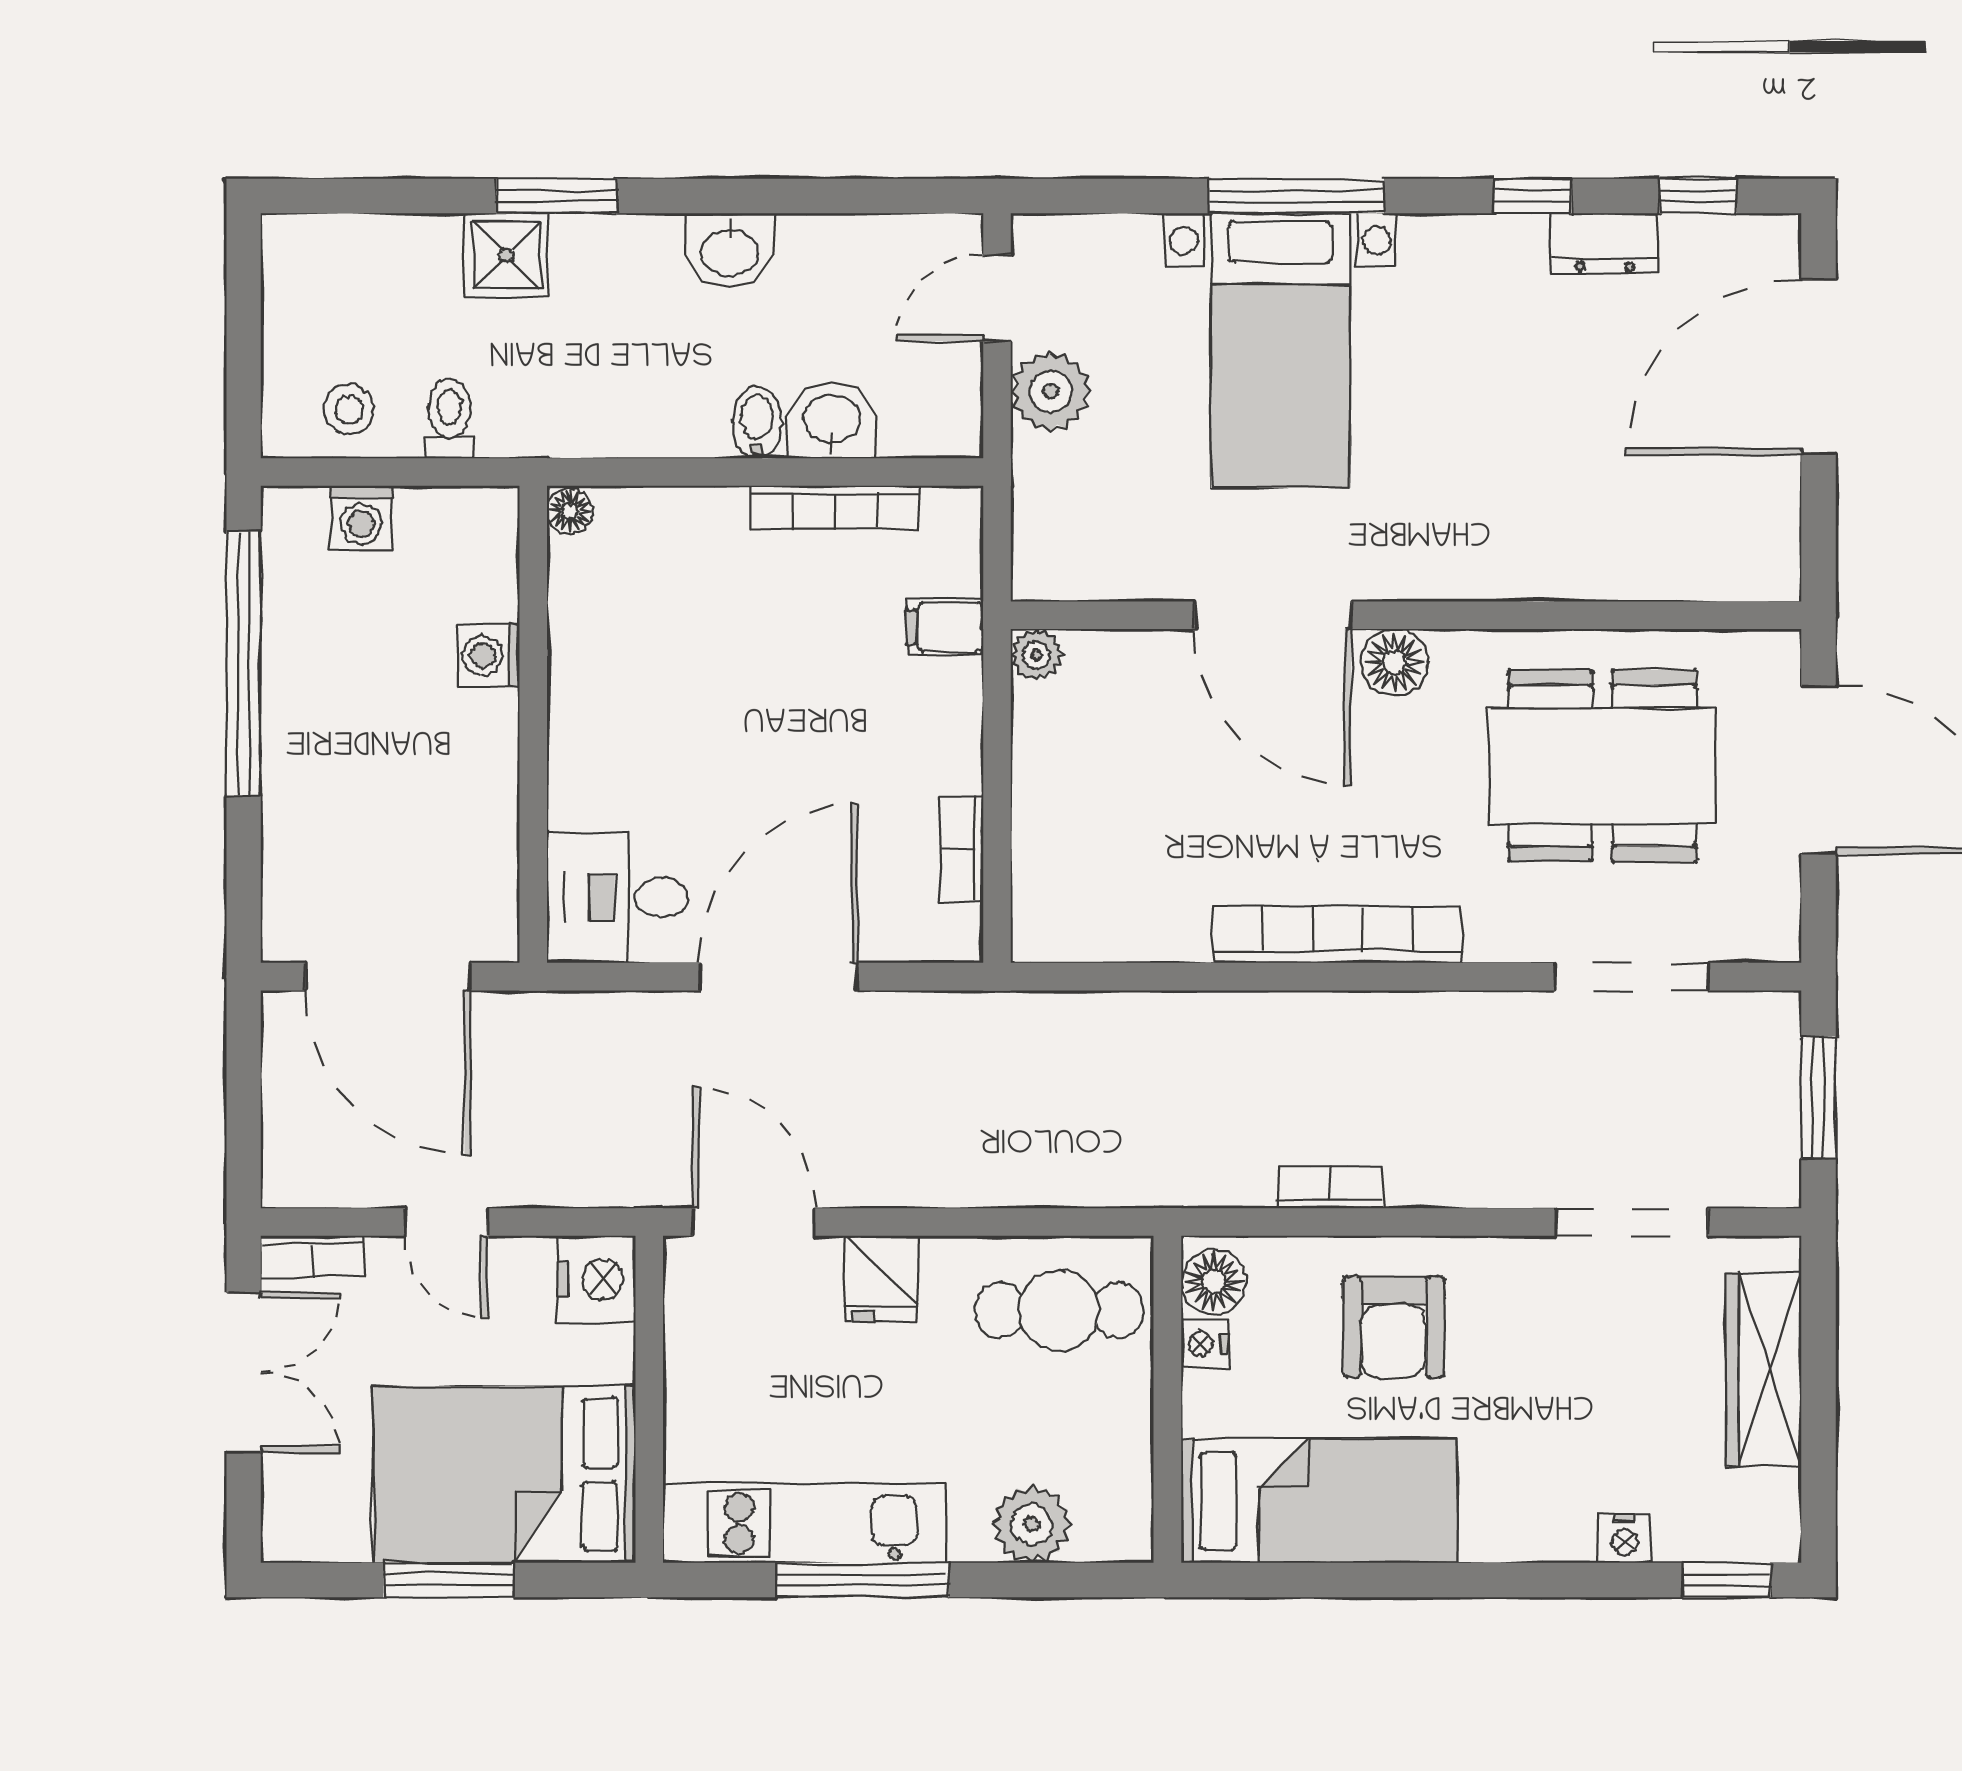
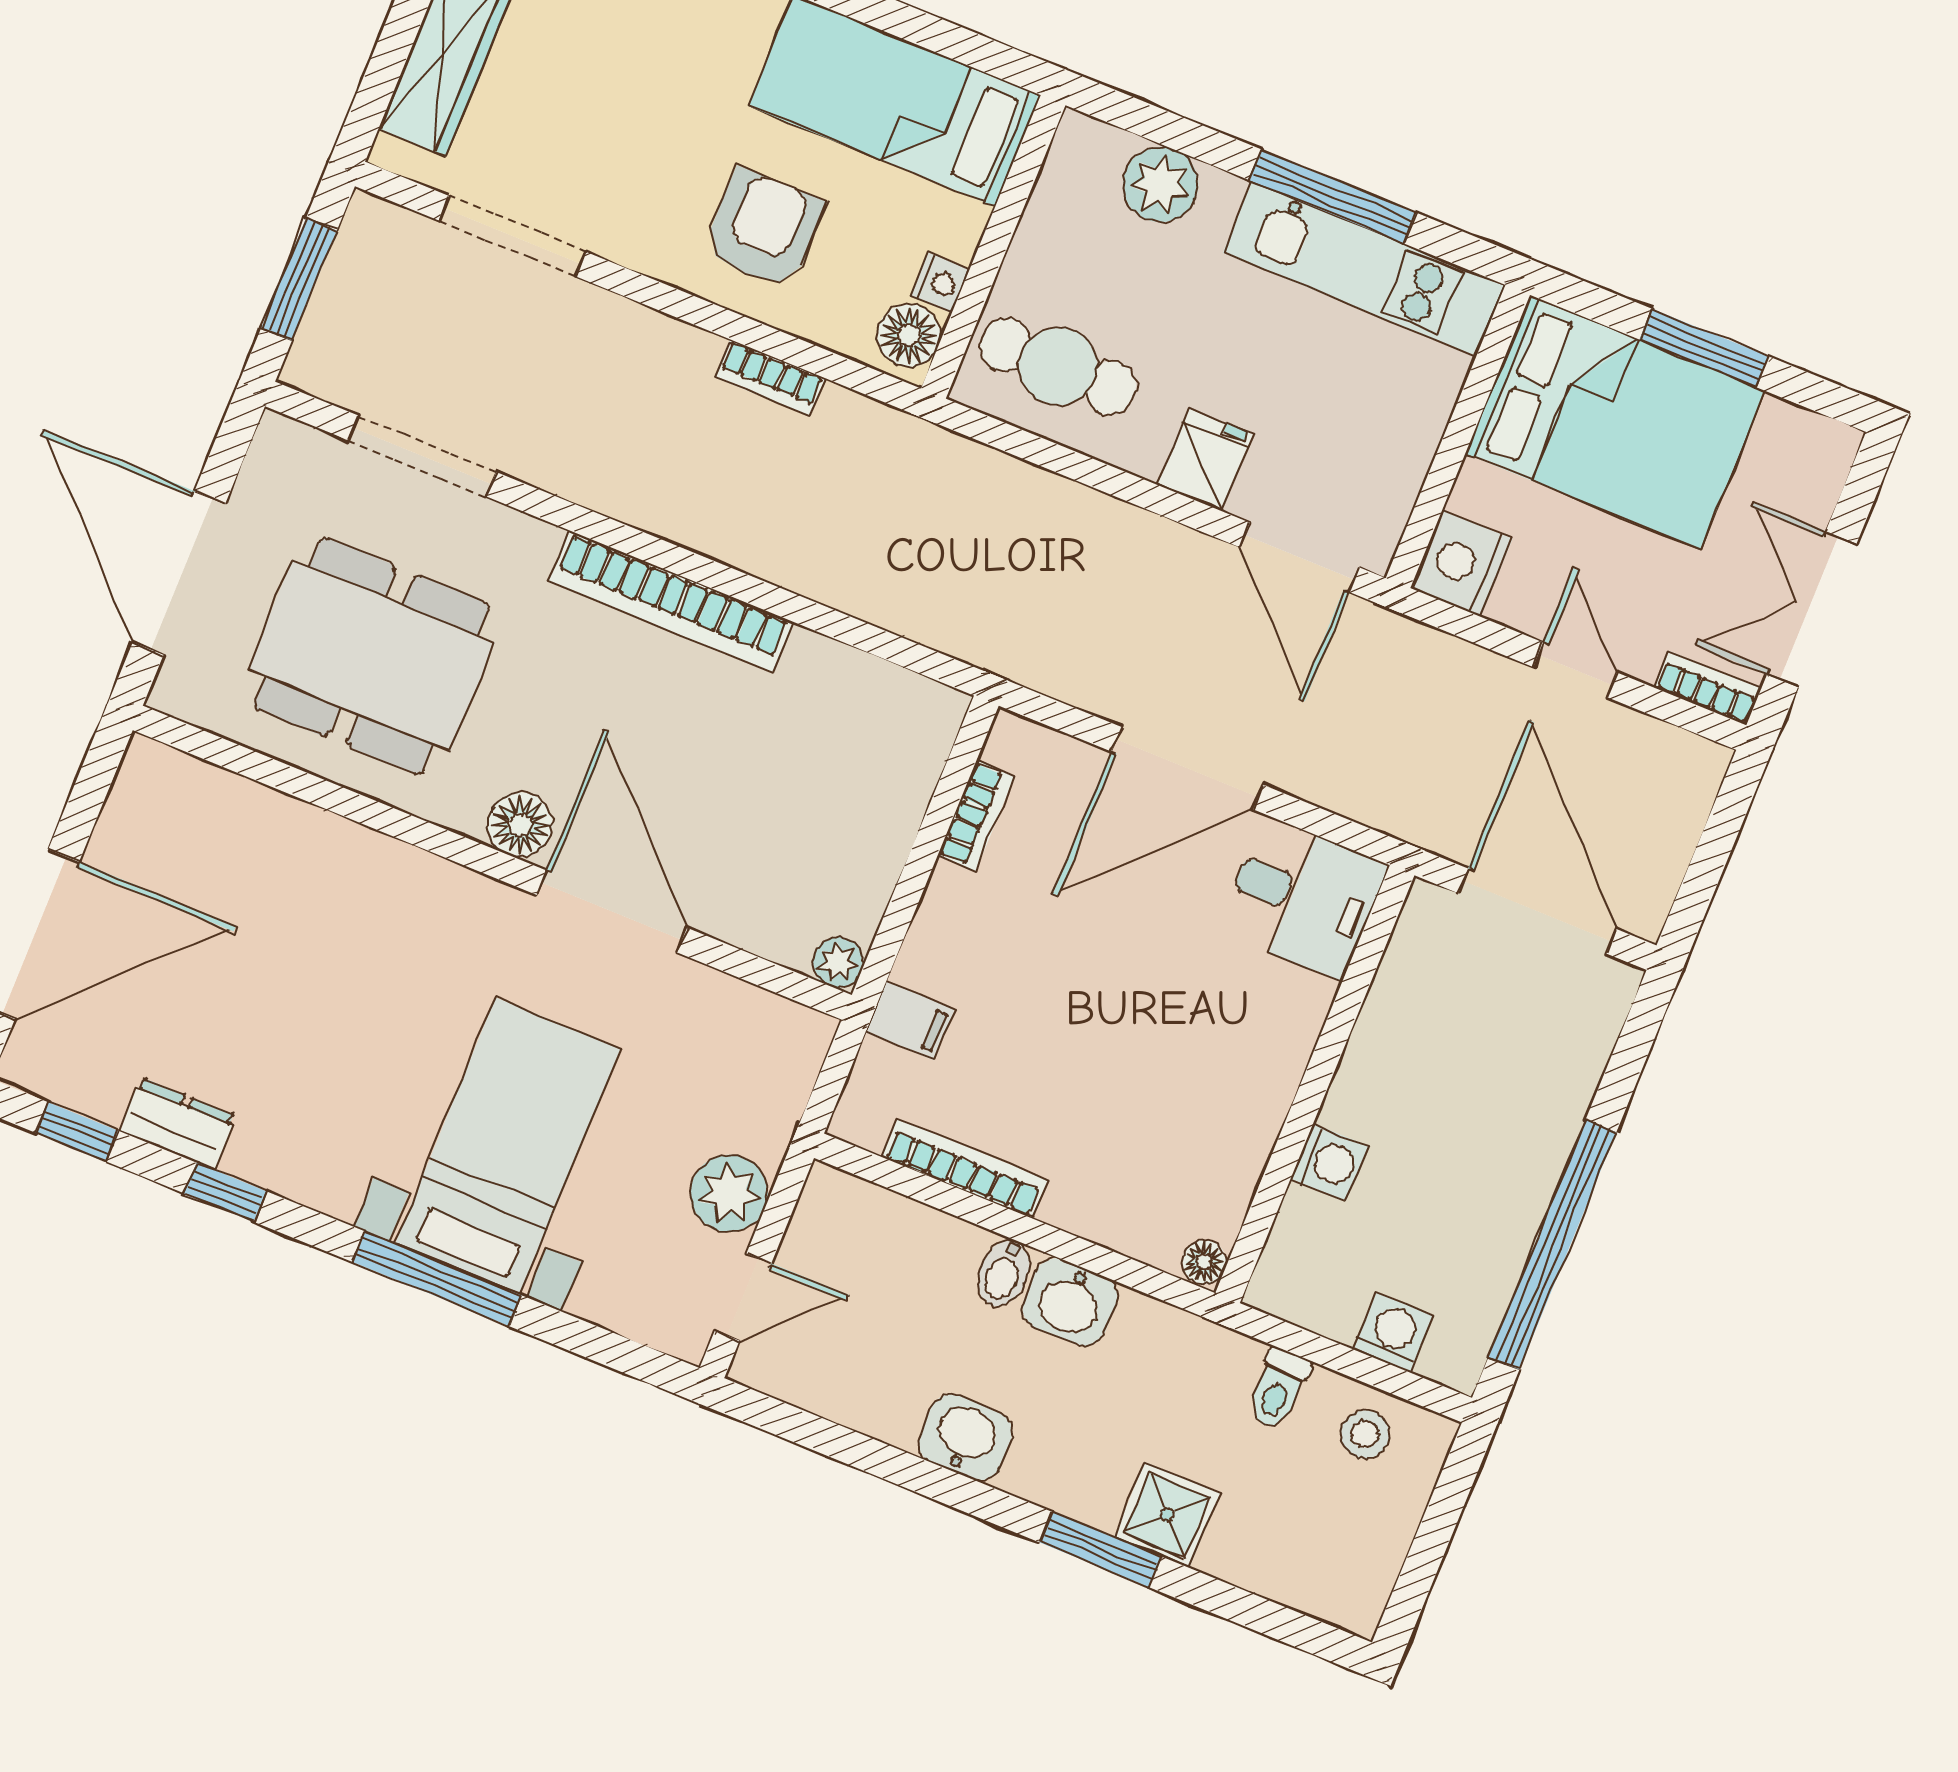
washbasin: (832, 420) -> (1070, 1302), moved

